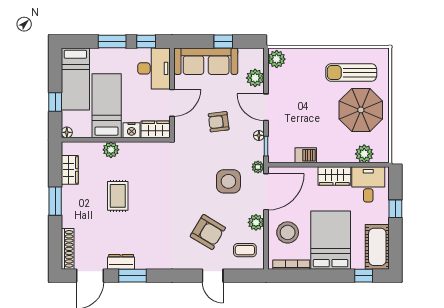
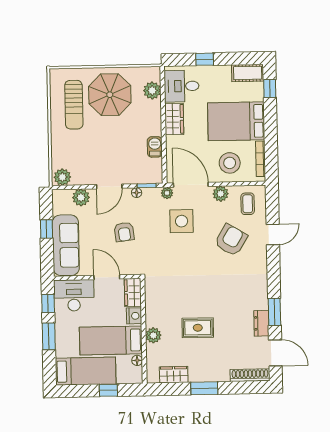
floor lamp: (67, 132) -> (137, 360), moved
cot: (377, 247) -> (248, 73), width x0.73, depth x0.75

